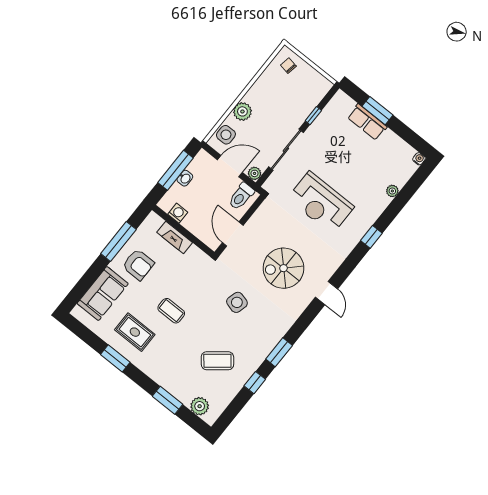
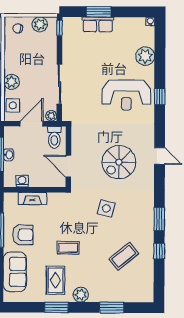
plant: (312, 78) -> (40, 24), added
window: (313, 116) -> (60, 28), moved
plant: (392, 191) -> (145, 56), width x1.88, depth x1.88
reception desk: (321, 203) -> (126, 95), moved
rug: (135, 332) -> (55, 280), turned 90
plant: (200, 406) -> (81, 295), moved

